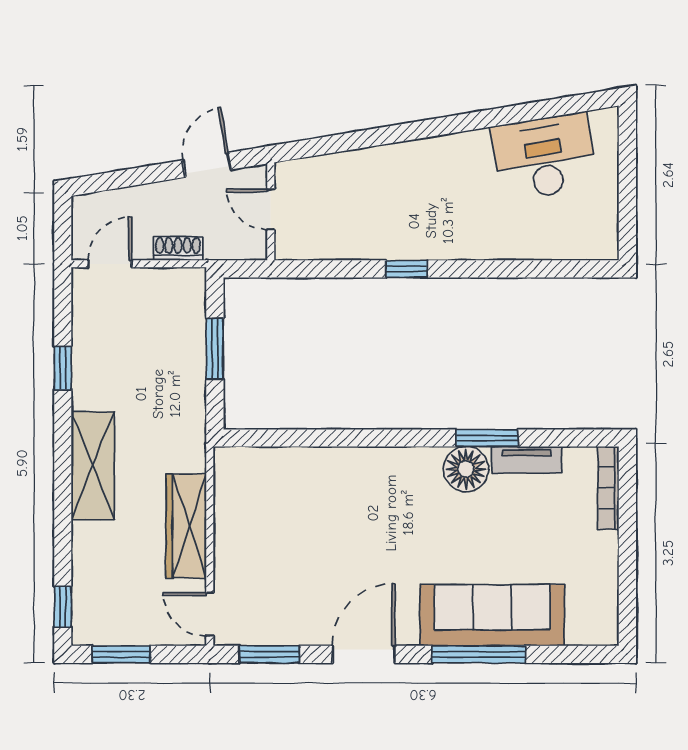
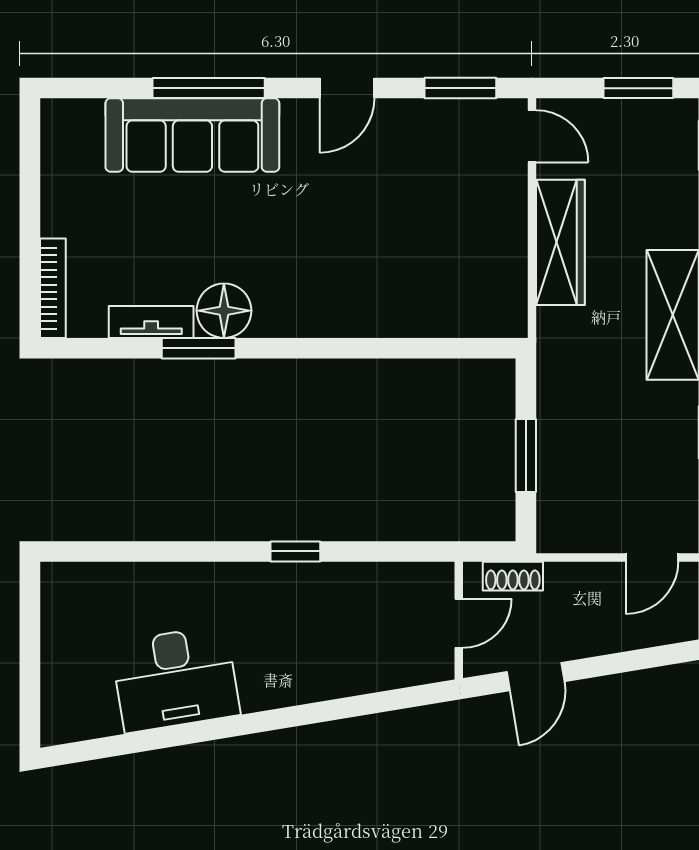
desk: (544, 157) -> (175, 679), moved
door: (271, 209) -> (459, 623), hinge flipped
shoe rack: (178, 248) -> (513, 576), moved
door: (364, 654) -> (347, 88), width x0.73

